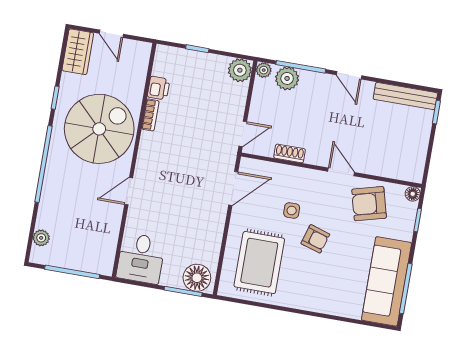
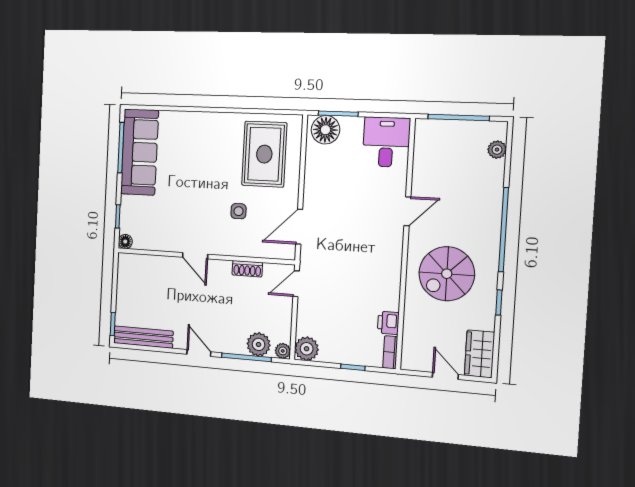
bookcase: (150, 115) -> (390, 352), moved
spiral stairs: (99, 129) -> (447, 274), width x0.73, depth x0.73
armchair: (369, 204) -> (165, 227), removed
armchair: (315, 239) -> (212, 185), removed

